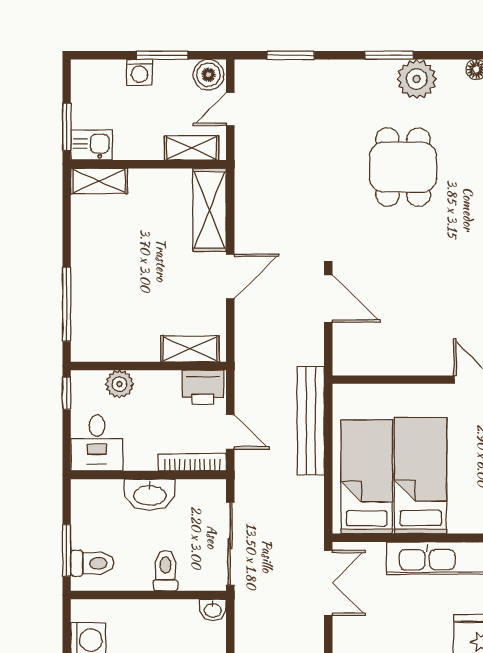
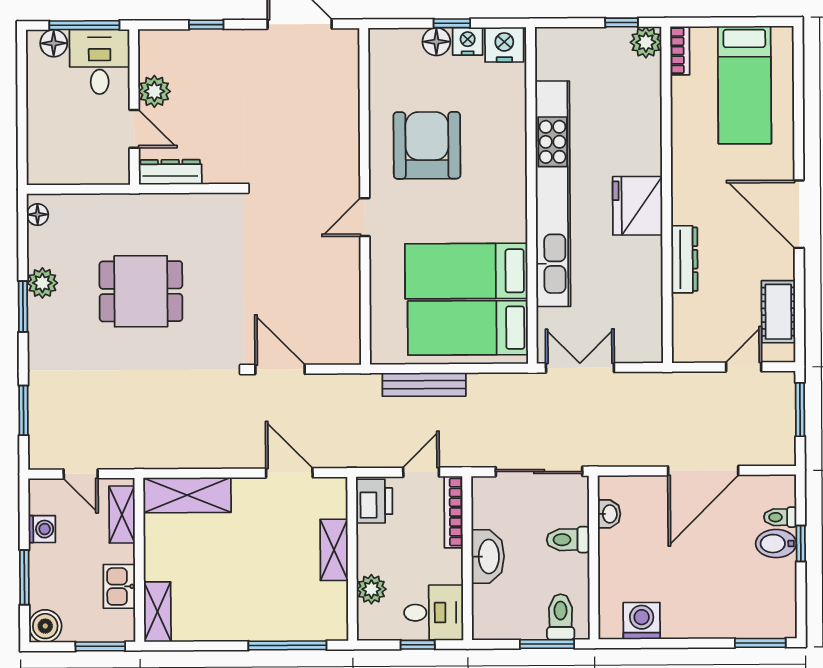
window: (162, 55) -> (24, 577), moved
washing machine: (140, 72) -> (42, 529), moved
boiler: (208, 75) -> (45, 626), moved
plant: (417, 79) -> (42, 283), width x0.73, depth x0.73
kitchen sink: (91, 145) -> (119, 586), moved
door: (230, 277) -> (289, 473), moved
door: (328, 299) -> (280, 369), hinge flipped
shelving: (190, 349) -> (334, 550), moved
window: (67, 393) -> (418, 645), moved
bench: (311, 421) -> (424, 385), width x0.73, depth x0.82
washbasin: (213, 610) -> (609, 514), moved

